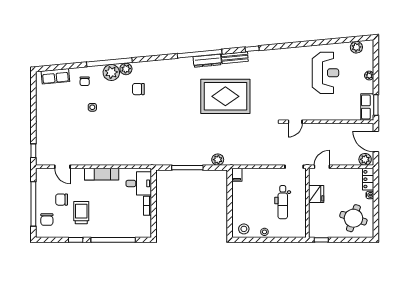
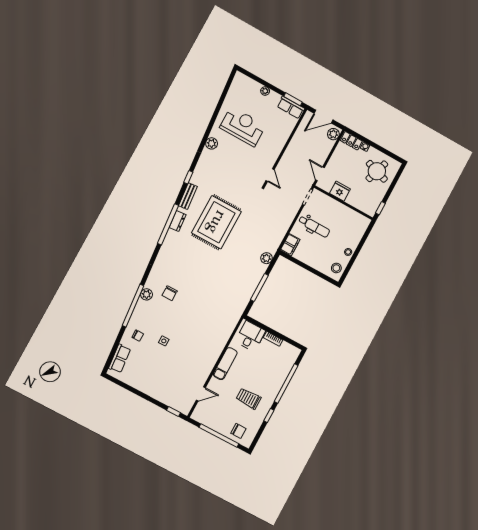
plant: (356, 47) -> (212, 143), moved
dresser: (207, 61) -> (178, 221), width x0.70
plant: (111, 73) -> (143, 309), removed
filing cabinet: (237, 175) -> (290, 245), width x2.00
chair: (62, 200) -> (228, 409), removed
dental chair: (283, 202) -> (314, 226), moved

